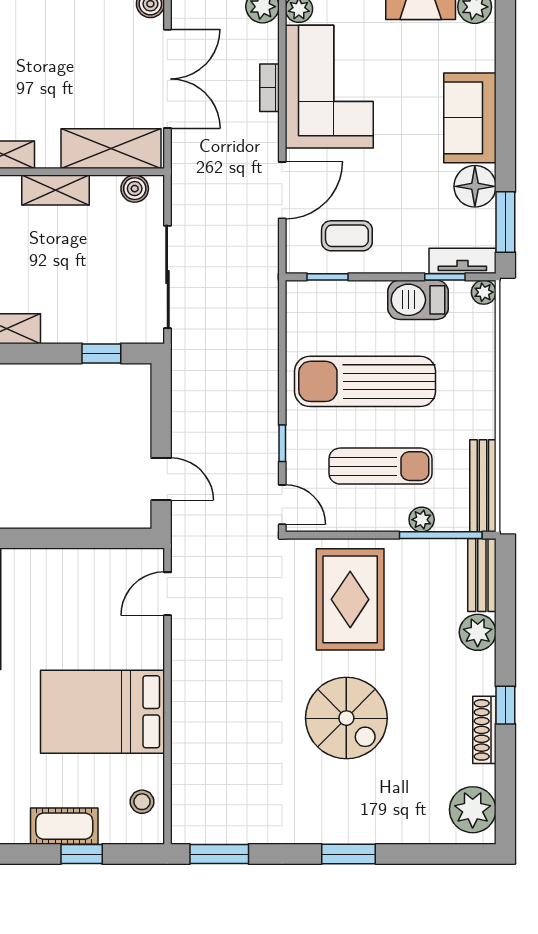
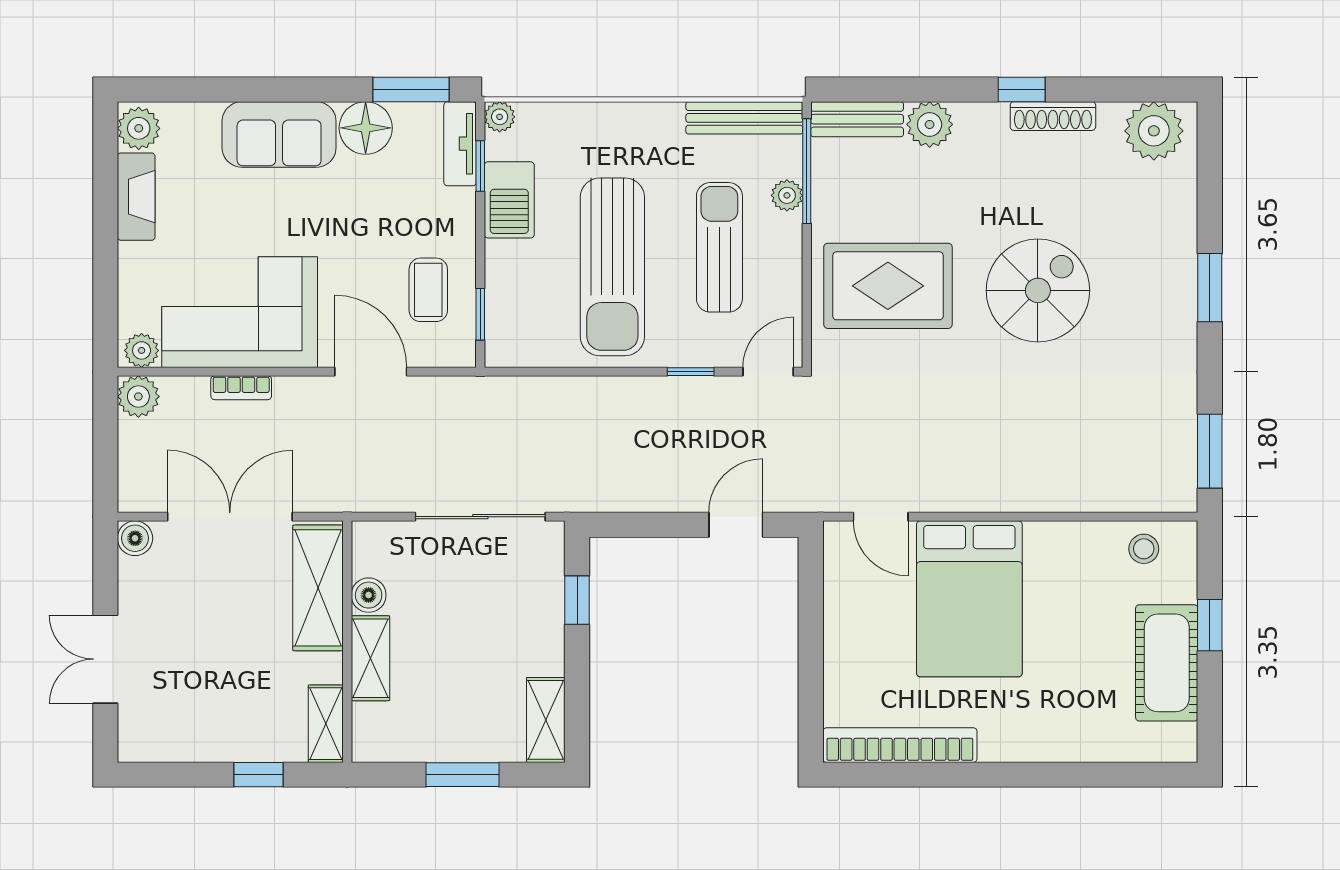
boiler: (135, 189) -> (369, 595), moved
bed: (102, 712) -> (969, 599), moved
cot: (64, 826) -> (1167, 663), width x1.37, depth x1.34

